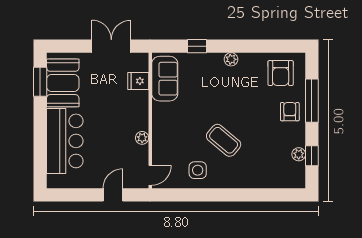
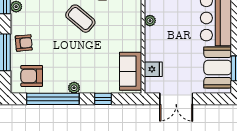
window: (256, 46) -> (53, 99), added
armchair: (281, 73) -> (32, 76), turned -90
armchair: (290, 112) -> (24, 43), turned -95

